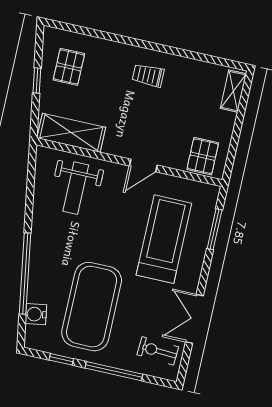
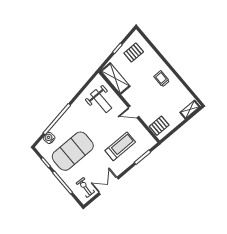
weight bench: (76, 188) -> (101, 101), turned -90
treadmill: (164, 239) -> (120, 146), width x0.73, depth x0.73

